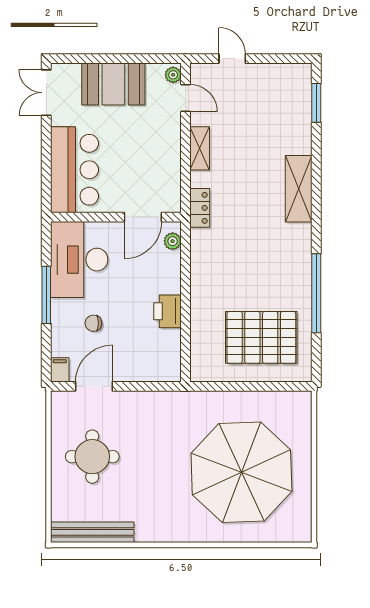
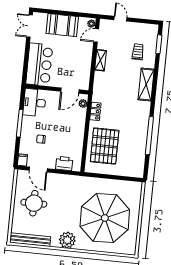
door: (186, 98) -> (96, 35), swing flipped
trolley: (275, 123) -> (138, 52), added
locker: (200, 208) -> (95, 111), moved
desk: (79, 260) -> (35, 103), width x0.73, depth x0.77
printer: (168, 311) -> (64, 163), moved, turned 90
pallet: (261, 337) -> (105, 146), moved, turned 90
door: (94, 386) -> (38, 169), swing flipped
plant: (169, 526) -> (67, 240), added

